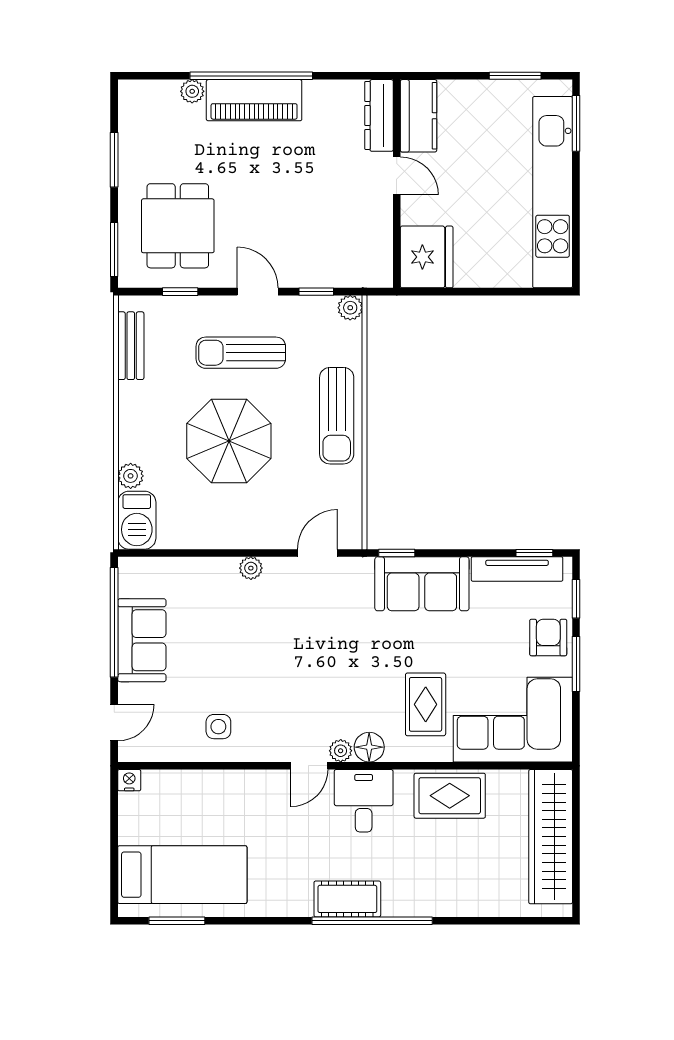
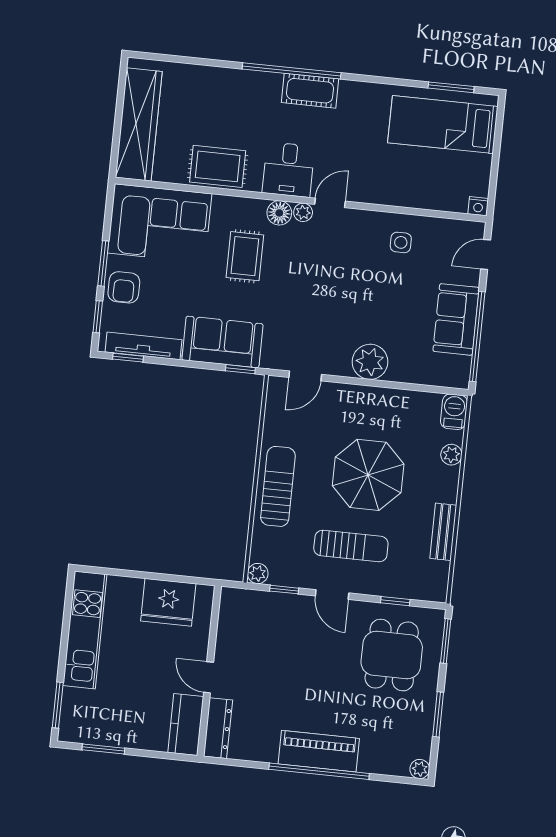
plant: (192, 91) -> (420, 769), moved
kitchen unit: (553, 192) -> (85, 630), width x0.73
fridge: (427, 257) -> (168, 602), moved, turned -90
bench: (131, 346) -> (443, 532), moved
barbecue: (137, 520) -> (454, 412), width x0.73, depth x0.79
plant: (251, 568) -> (370, 362), width x1.88, depth x1.88
rug: (426, 704) -> (245, 256), moved

